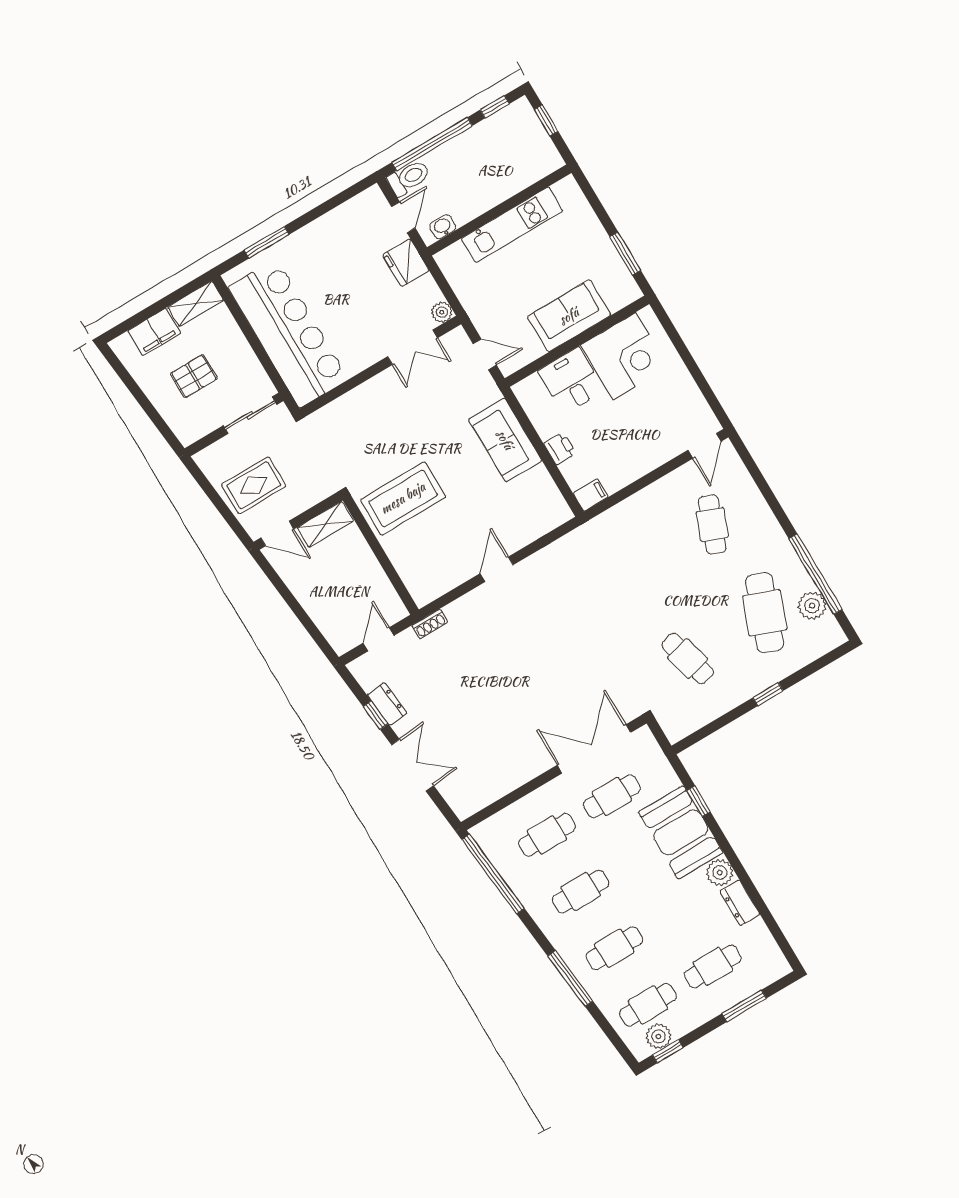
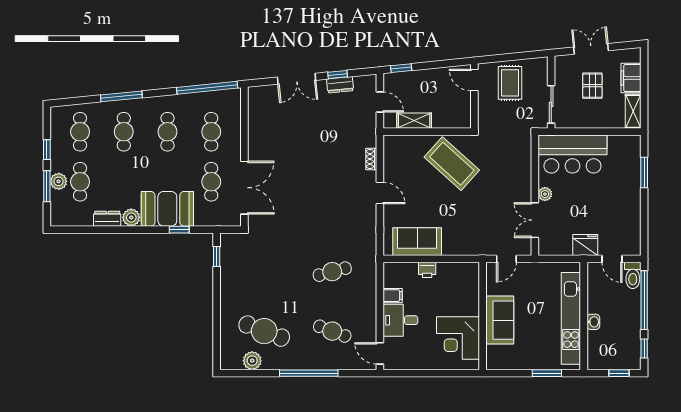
kitchen unit: (512, 225) -> (571, 318), width x1.36
washbasin: (443, 227) -> (593, 322), moved
window: (625, 254) -> (547, 373), moved
plant: (442, 312) -> (545, 194), moved
bar counter: (288, 333) -> (572, 154), width x0.73
desk: (571, 381) -> (400, 320), moved, turned 180
double door: (147, 406) -> (591, 49), added
sofa: (505, 440) -> (417, 242), moved
filing cabinet: (591, 495) -> (393, 296), moved, turned -90
coffee table: (403, 498) -> (452, 164), turned -48
shelving: (325, 524) -> (414, 121), moved, turned 90
door: (277, 533) -> (474, 80), hinge flipped
window: (815, 574) -> (309, 373), moved
shoe rack: (430, 624) -> (371, 159), moved
window: (318, 638) -> (401, 68), added
cafe table: (688, 659) -> (332, 272), moved
window: (768, 694) -> (217, 256), moved
plant: (659, 1036) -> (59, 181), moved
window: (668, 1051) -> (47, 150), moved

